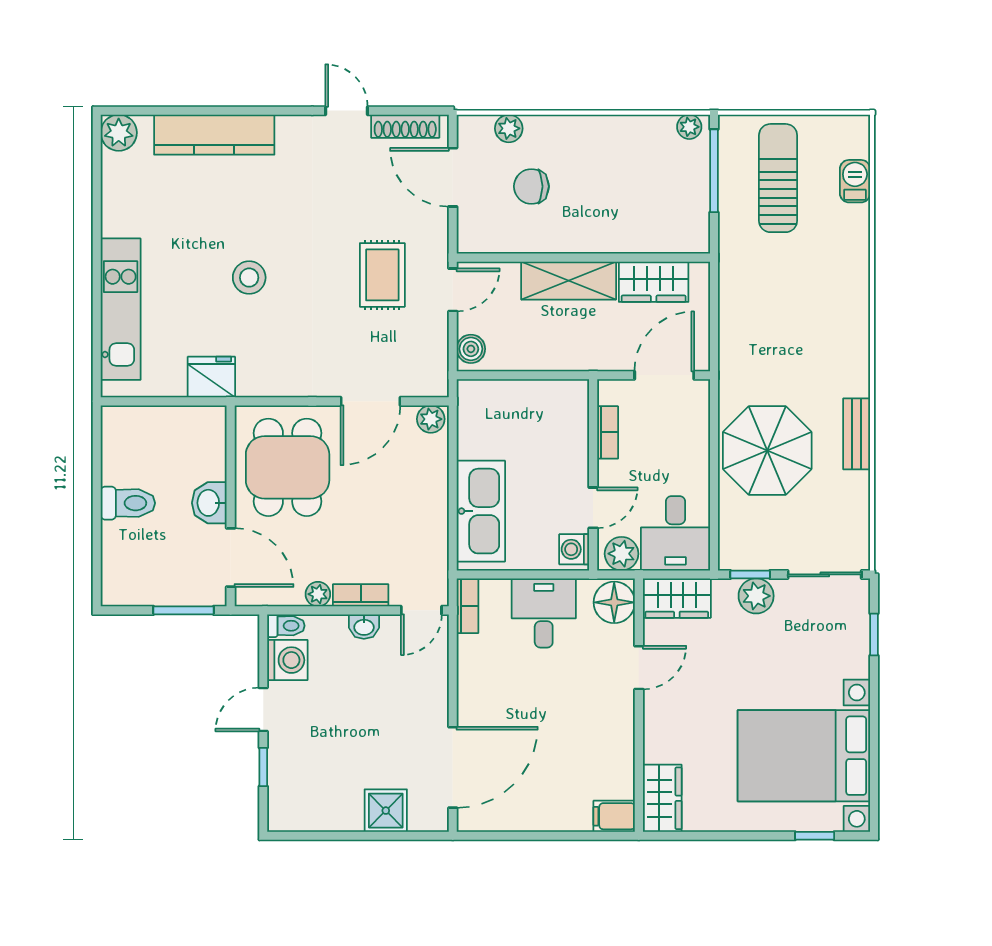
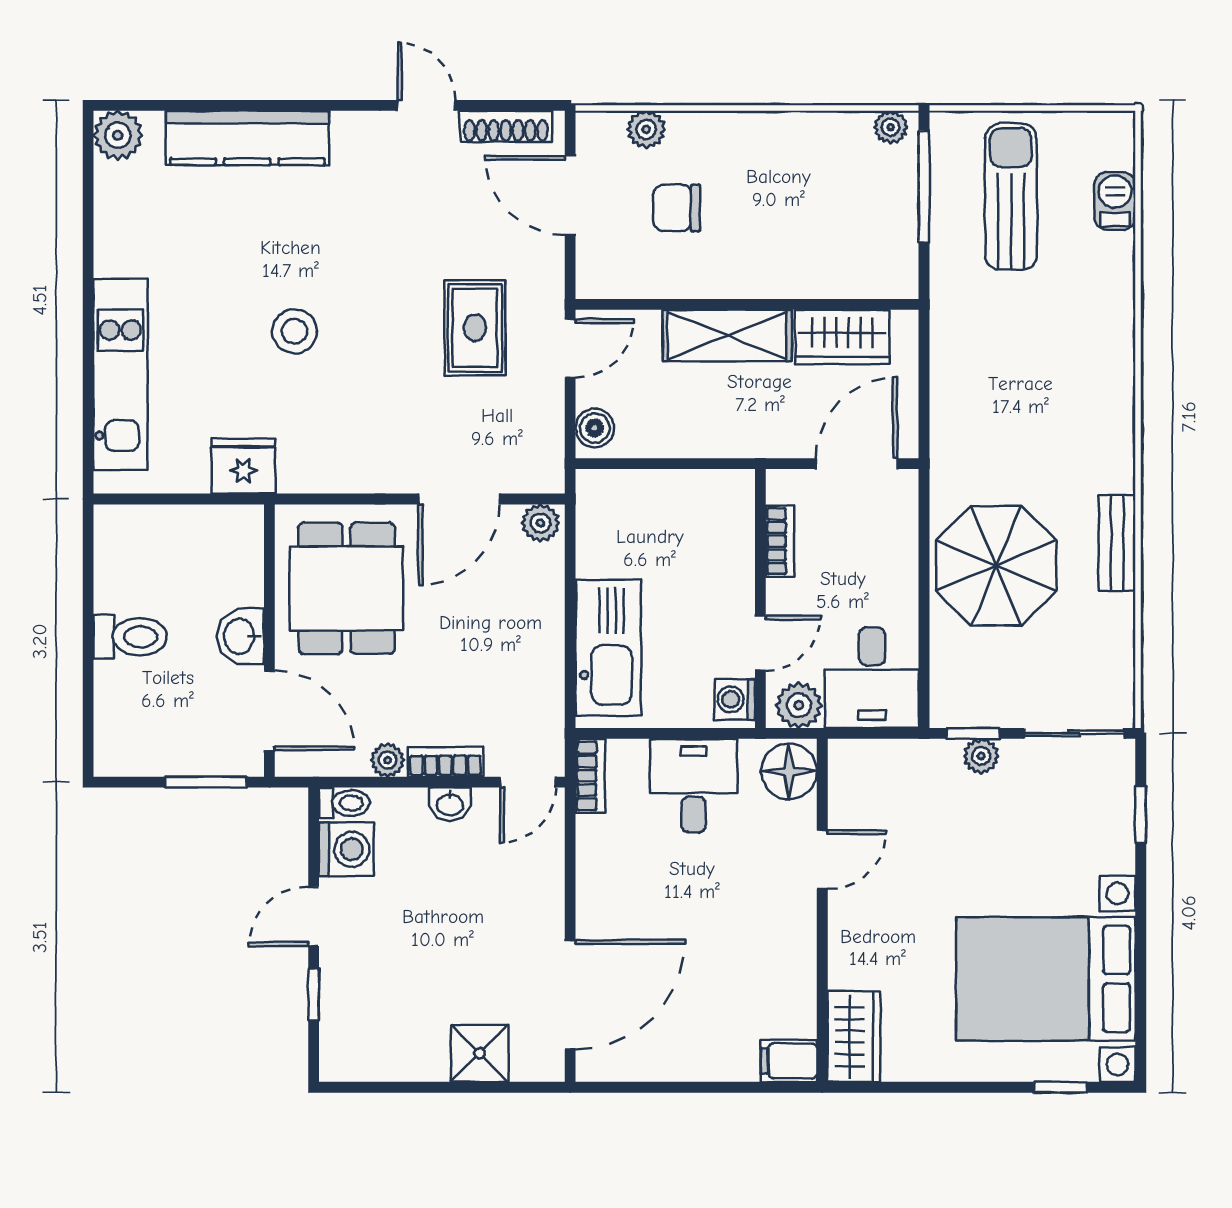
plant: (756, 596) -> (981, 756), width x0.73, depth x0.73
wardrobe: (677, 598) -> (874, 765), removed

